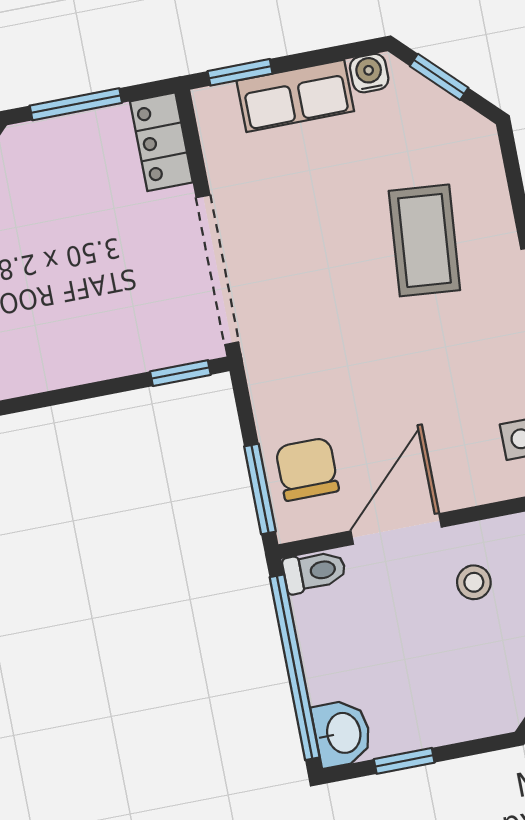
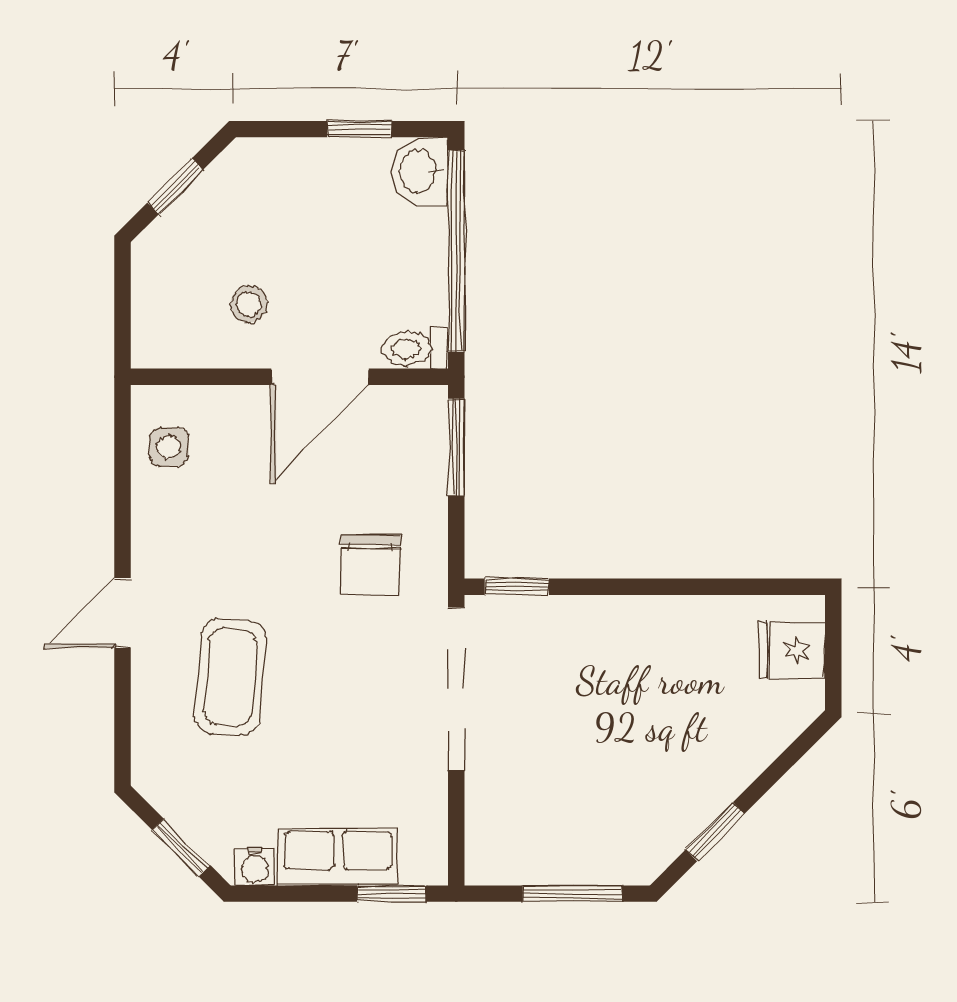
locker: (161, 142) -> (489, 836), removed
chair: (307, 469) -> (371, 564), moved

